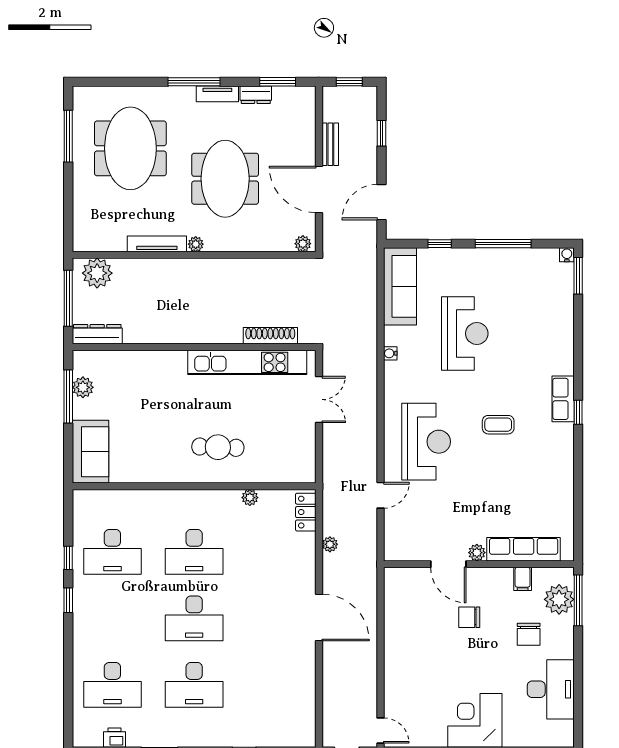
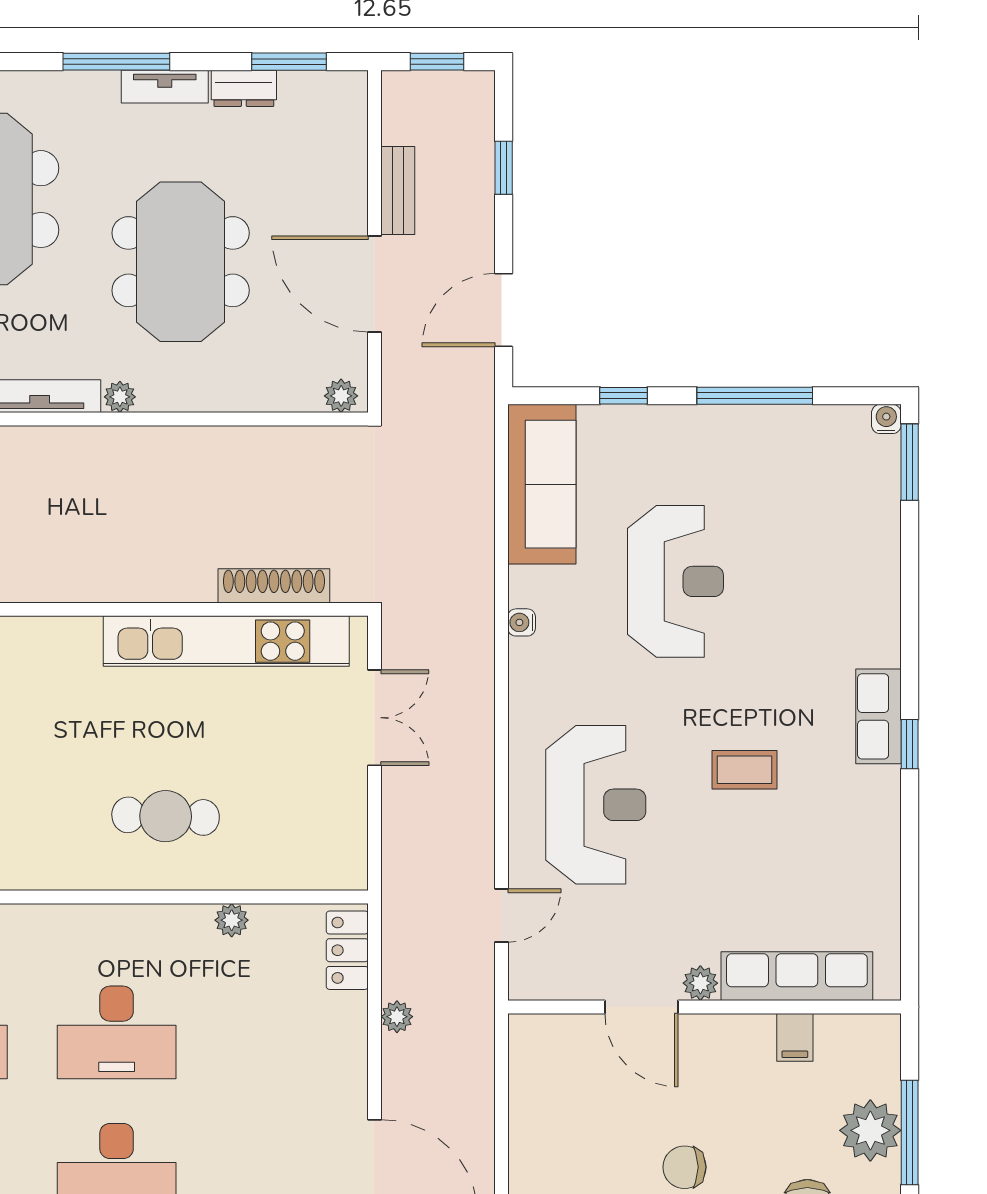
row of seats: (524, 549) -> (797, 976), moved
plant: (477, 553) -> (700, 983), moved
door: (448, 564) -> (641, 1007), moved
wall: (479, 564) -> (705, 1007), moved
filing cabinet: (523, 579) -> (795, 1037), moved

